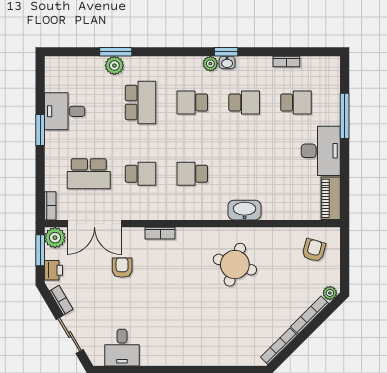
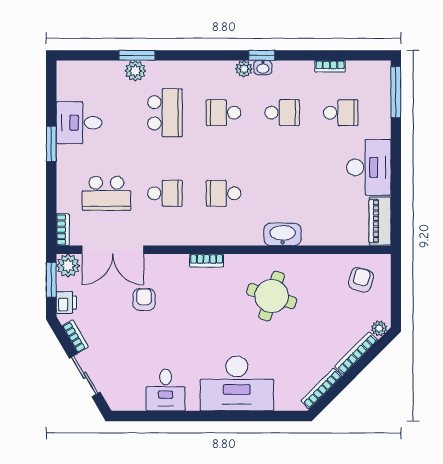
window: (345, 116) -> (396, 92), moved
bookcase: (160, 233) -> (206, 261), moved
desk: (204, 342) -> (237, 383), added
desk: (122, 348) -> (166, 390), moved

